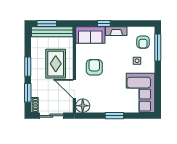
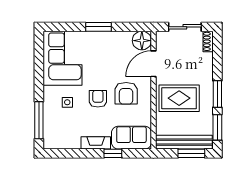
armchair: (143, 42) -> (98, 99), moved
rug: (56, 64) -> (179, 98), turned 90
door: (74, 89) -> (153, 64), swing flipped
window: (28, 93) -> (217, 127), moved

